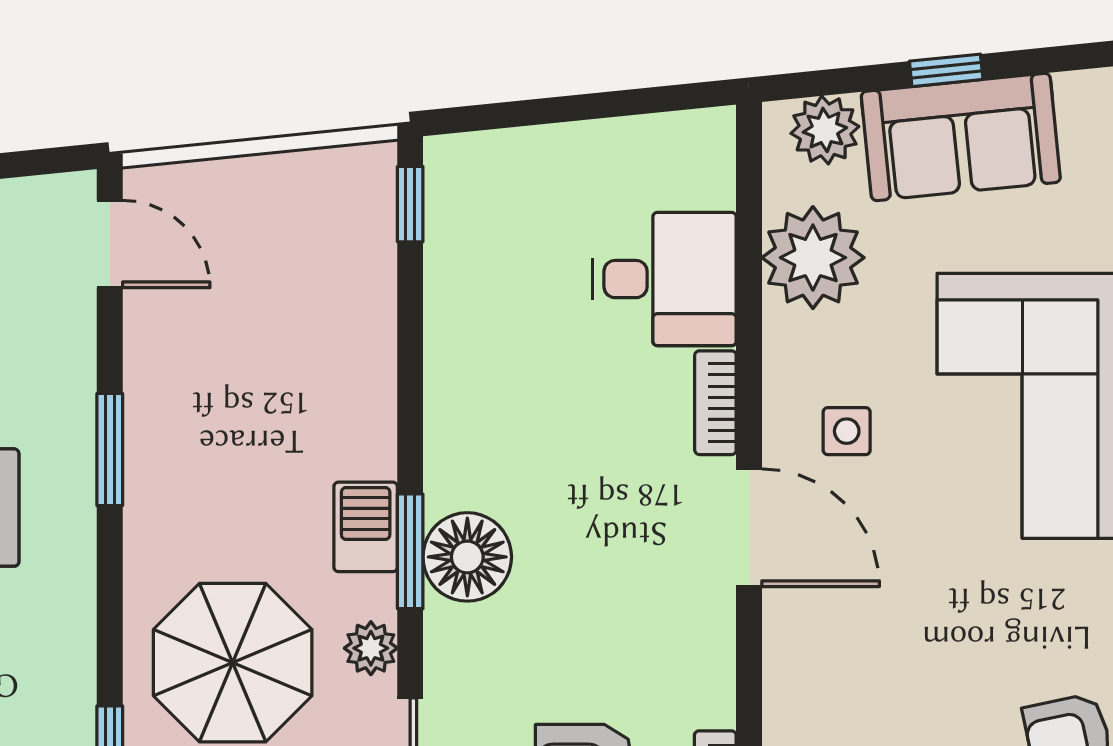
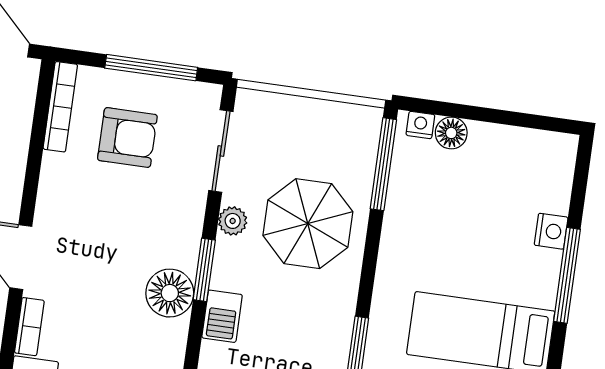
barbecue: (366, 527) -> (222, 316), moved
floor lamp: (467, 557) -> (170, 293), moved

